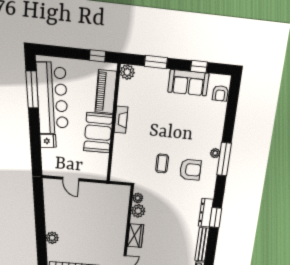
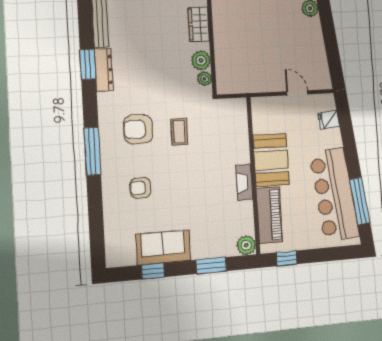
armchair: (220, 93) -> (140, 188), moved, turned -90
fridge: (48, 141) -> (329, 120), moved
plant: (215, 153) -> (107, 158), removed

